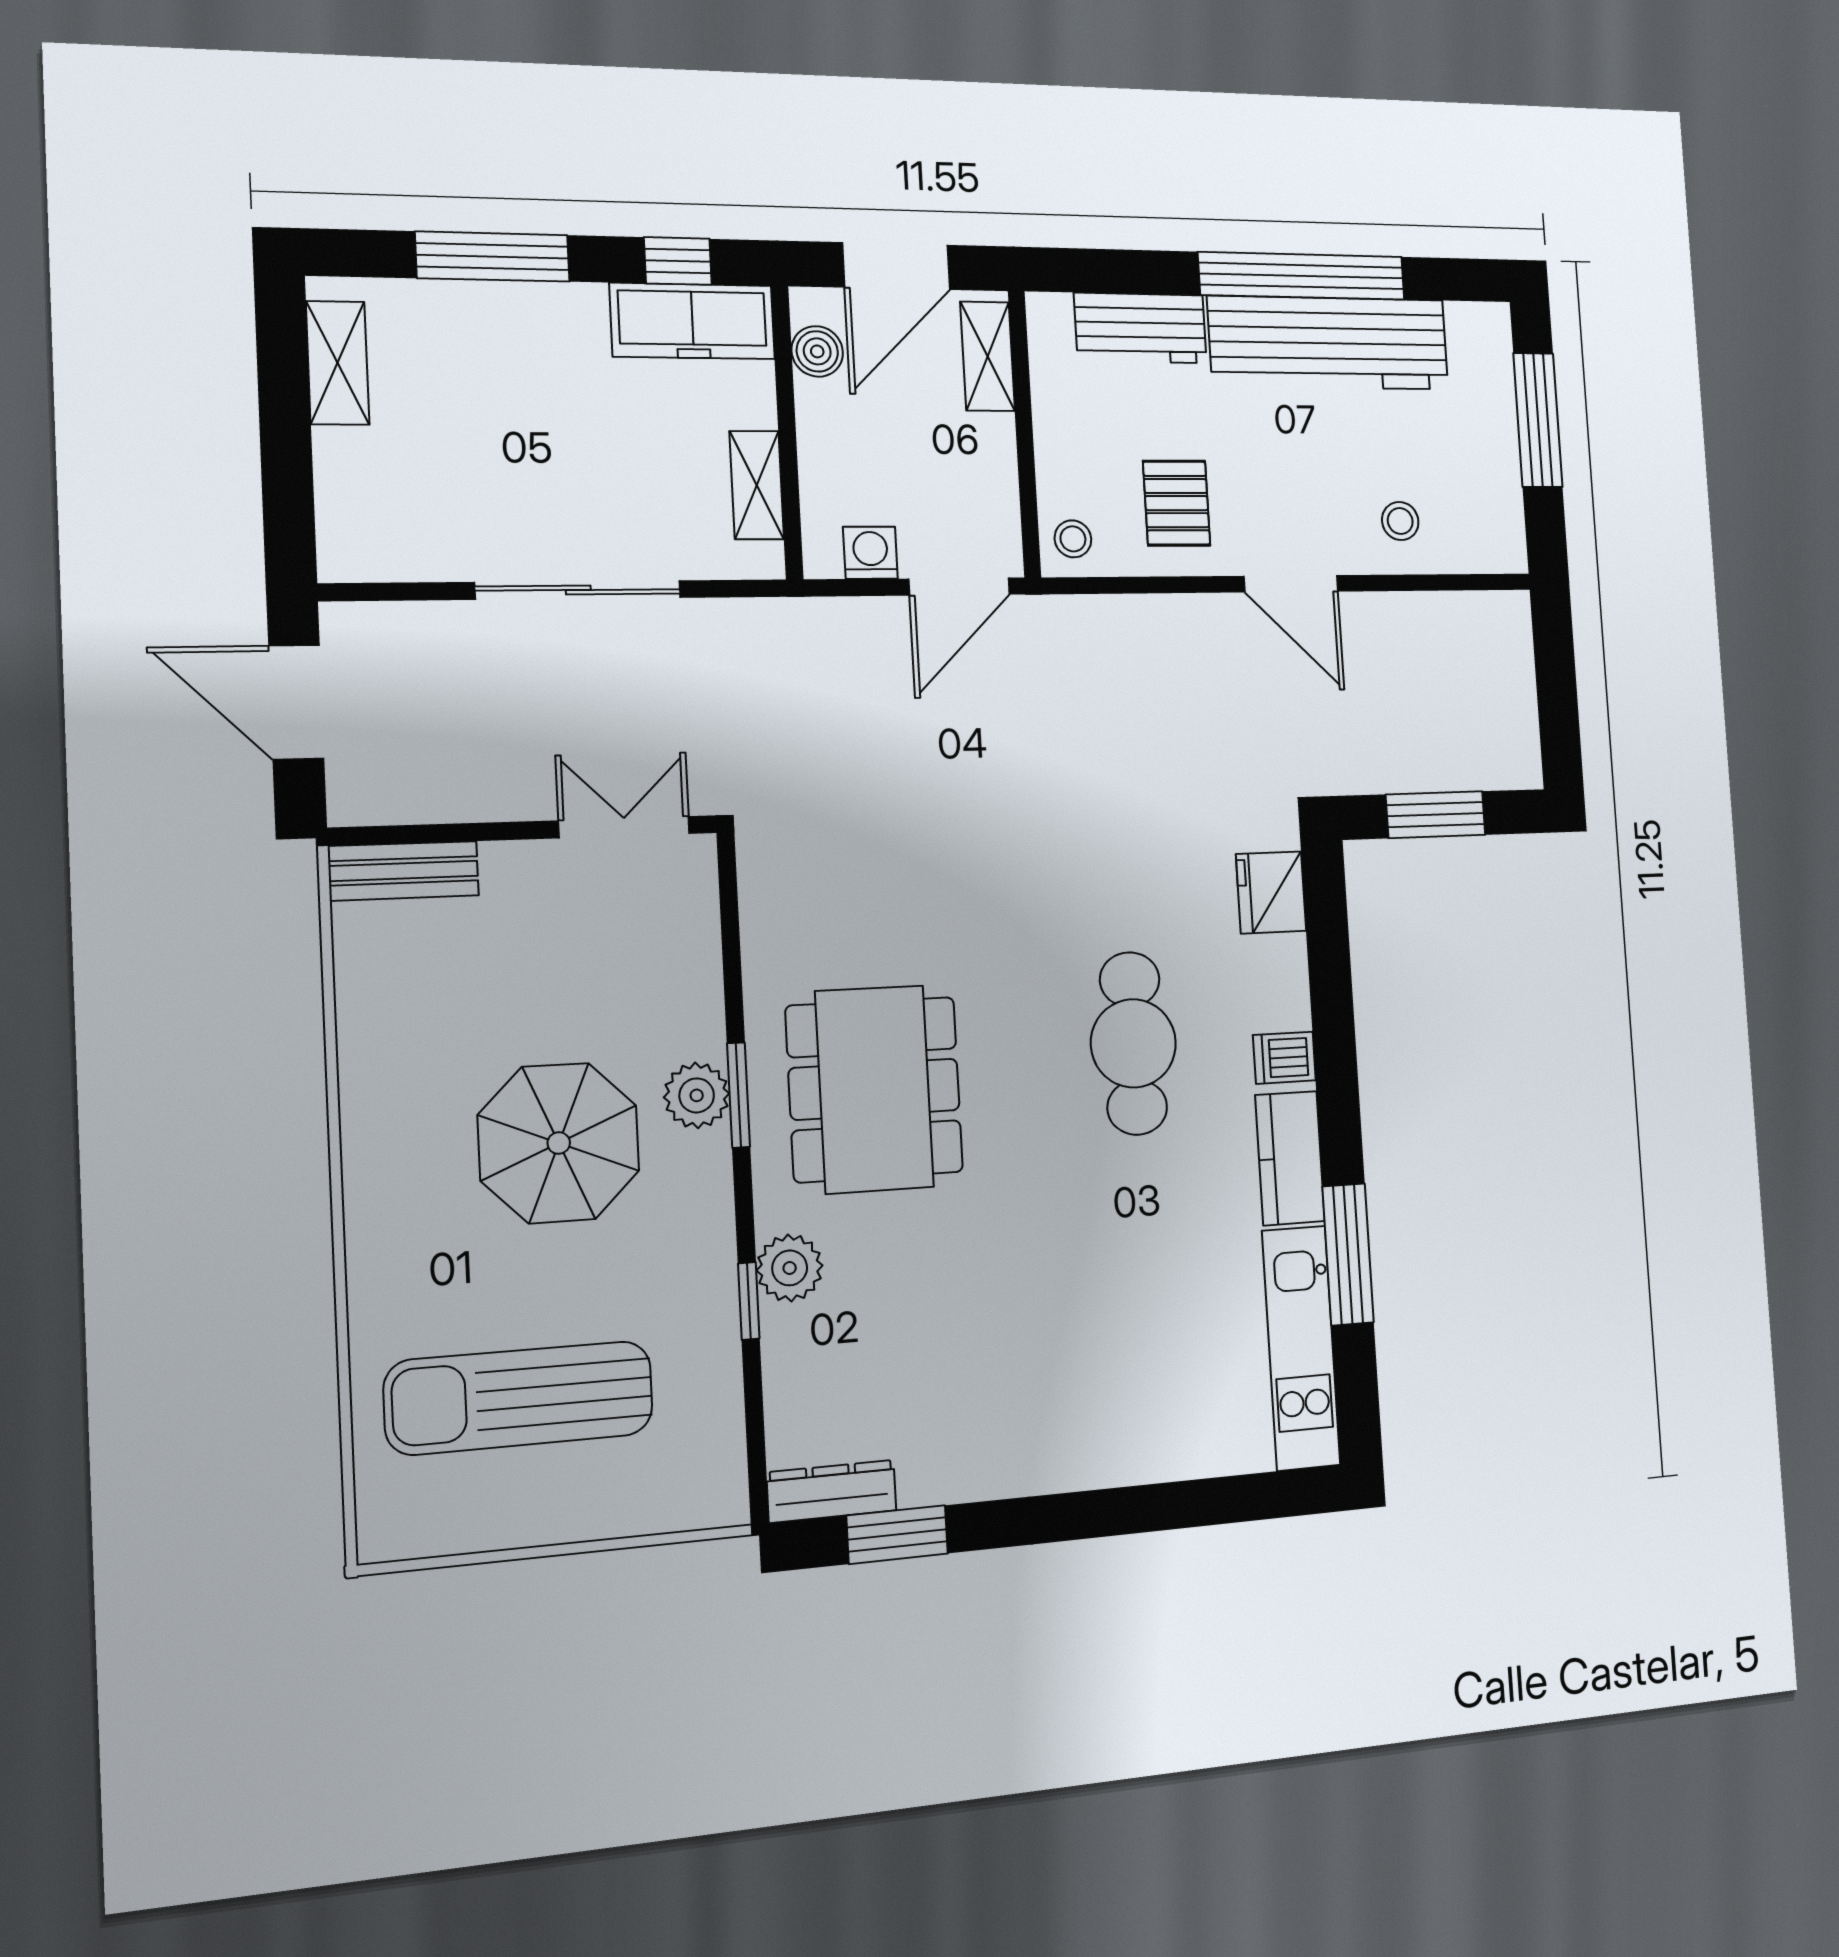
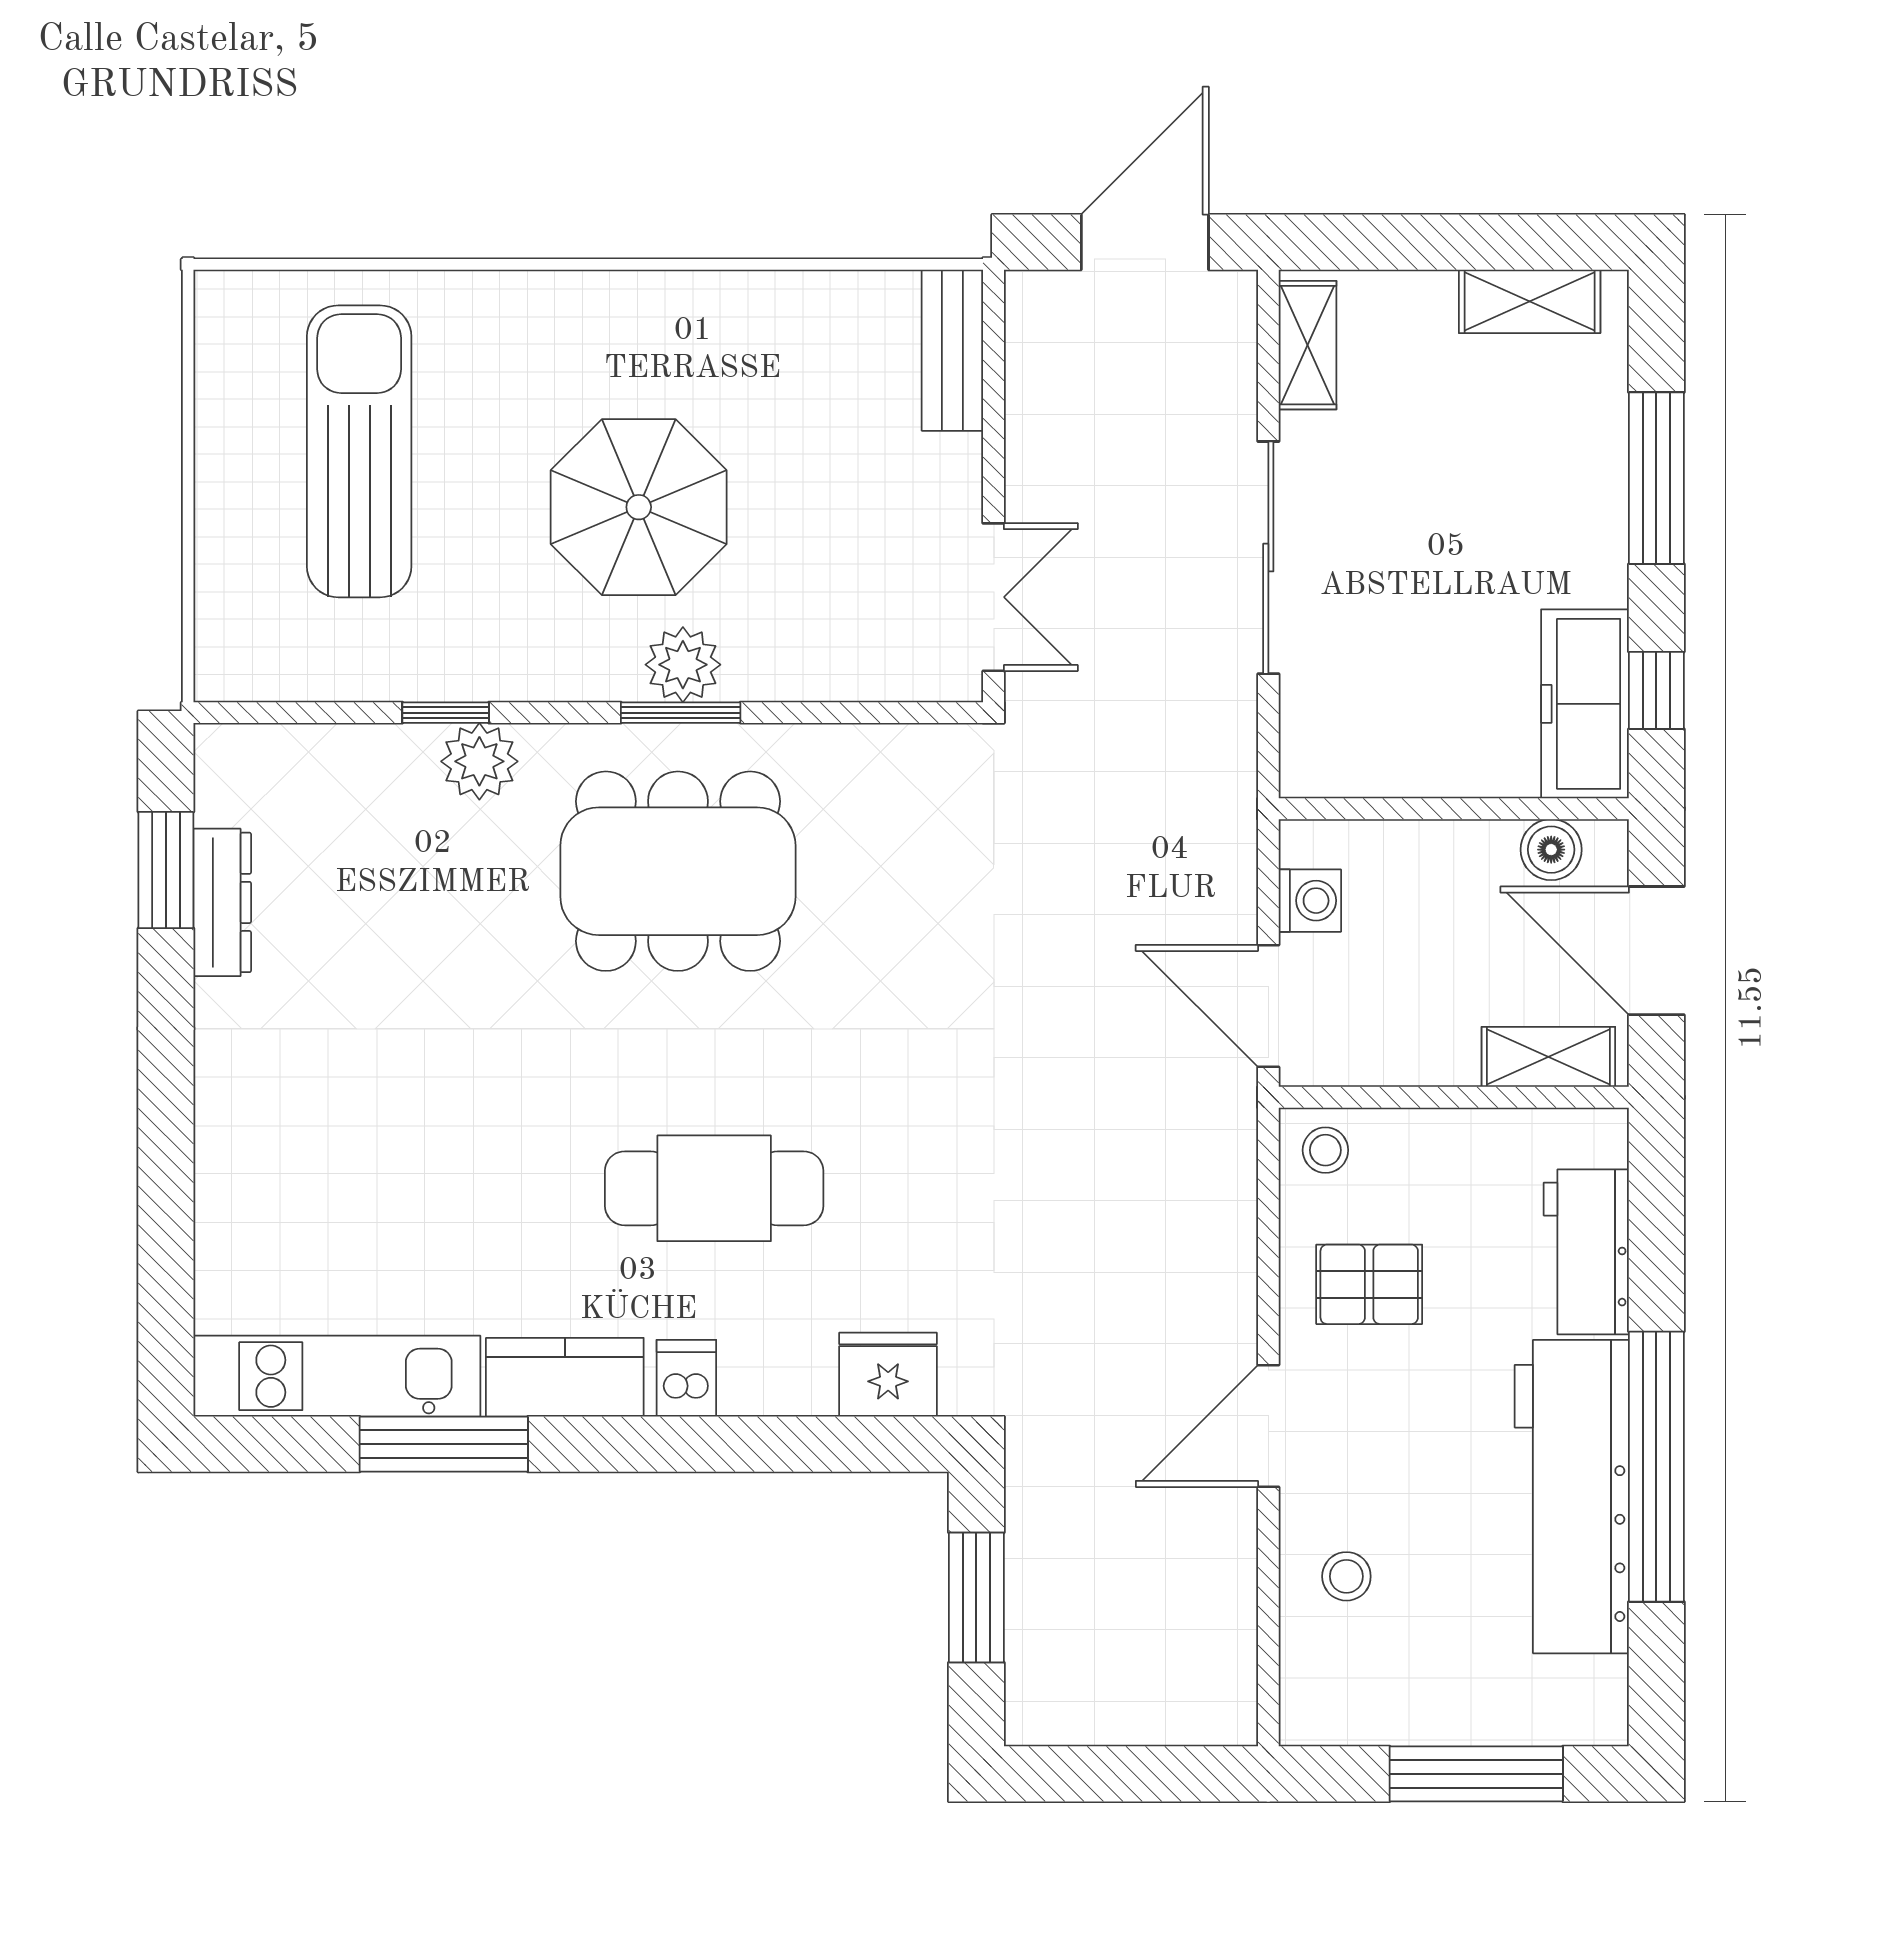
shelving: (757, 485) -> (1308, 345), moved, turned 90
dresser: (832, 1491) -> (222, 902), moved

